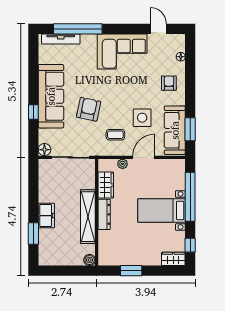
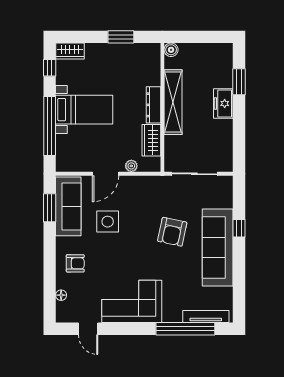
armchair: (169, 83) -> (75, 263), turned -90
coffee table: (115, 135) -> (140, 201), removed
floor lamp: (44, 150) -> (226, 183), removed

